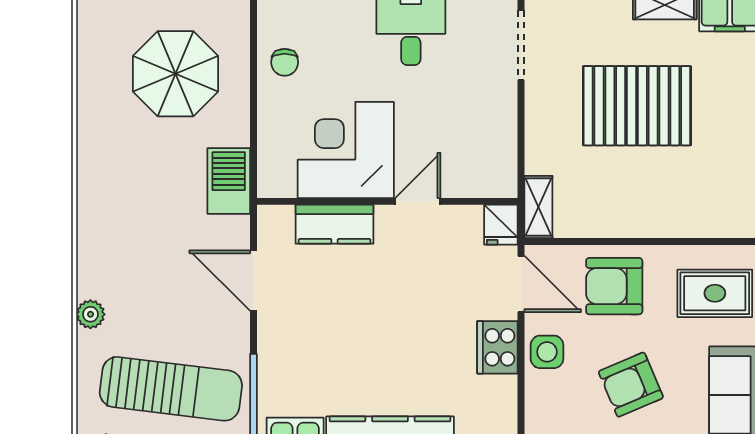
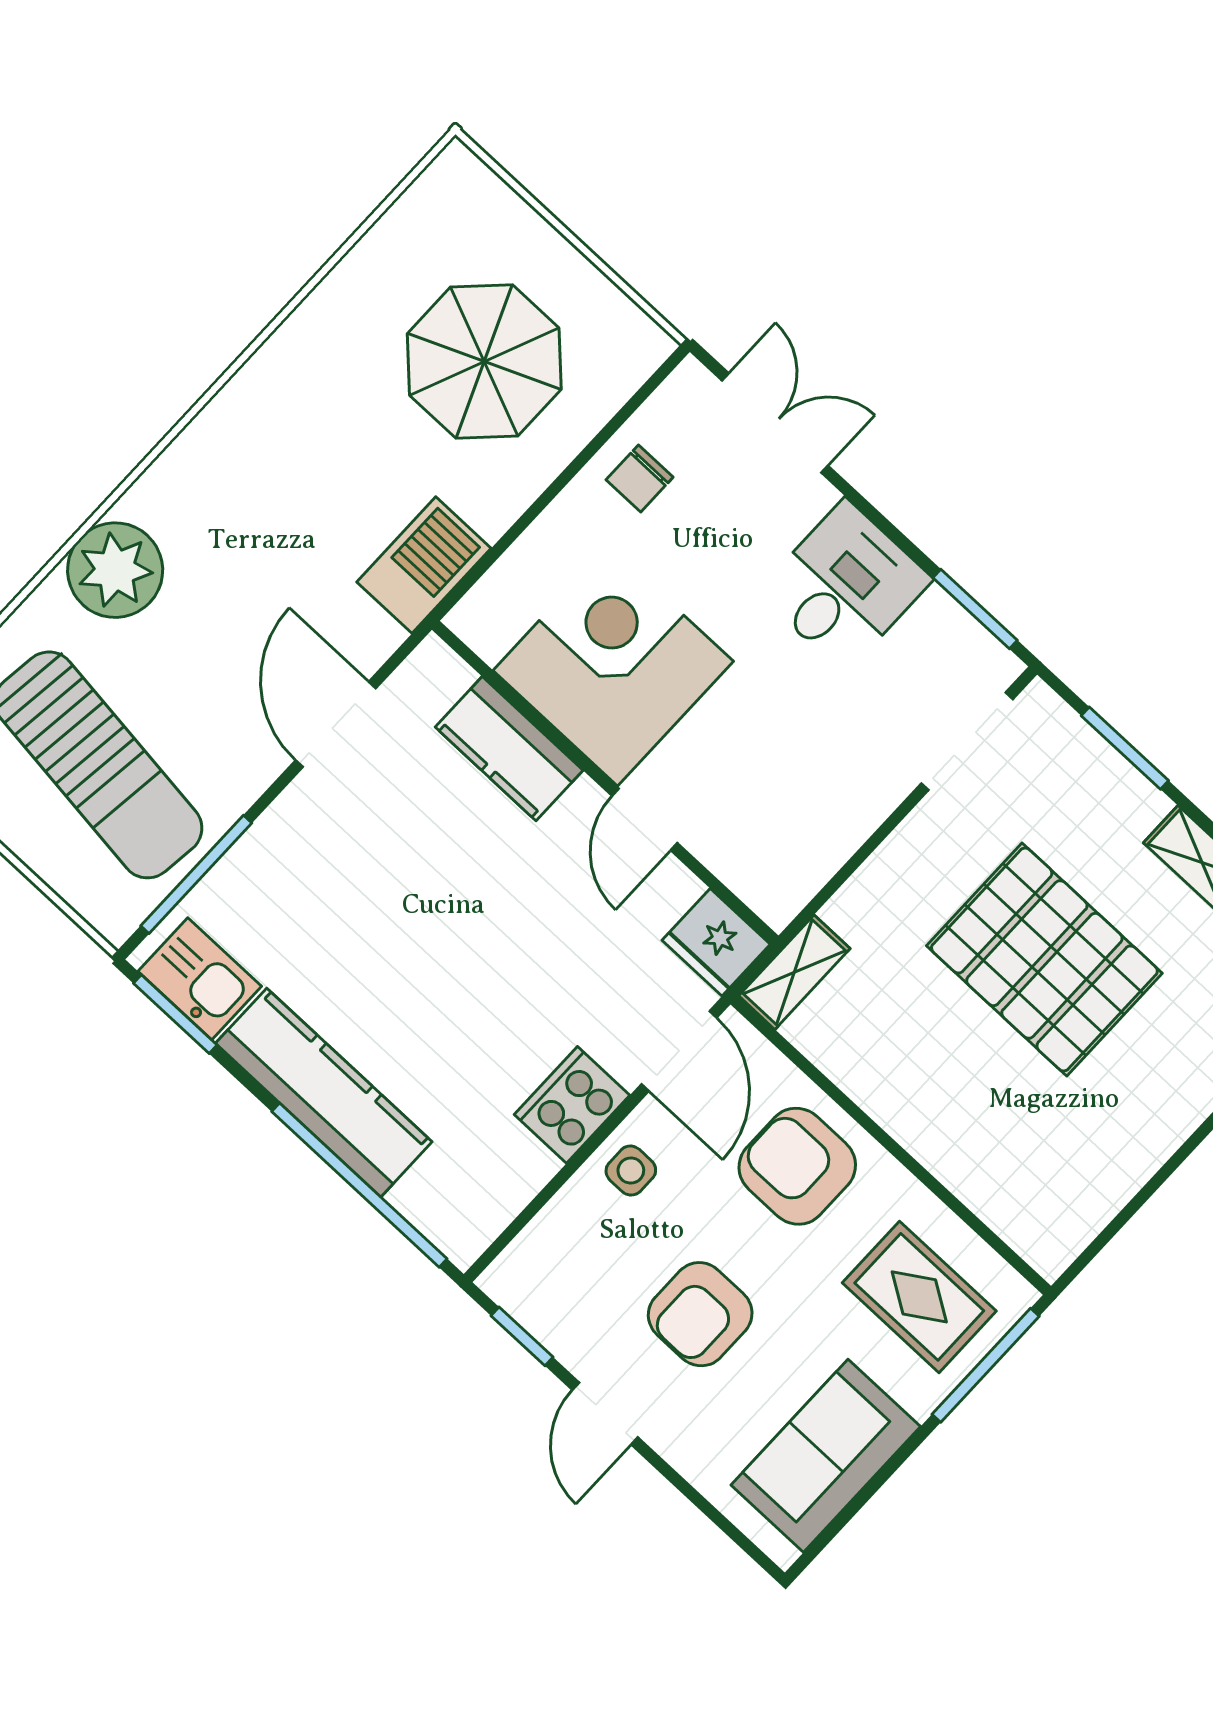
door: (418, 201) -> (645, 820), swing flipped
fridge: (501, 225) -> (716, 942), width x1.38
plant: (90, 314) -> (115, 570), width x1.87, depth x1.87
side table: (547, 352) -> (631, 1171), width x0.73, depth x0.73
armchair: (631, 385) -> (700, 1314), turned -67

